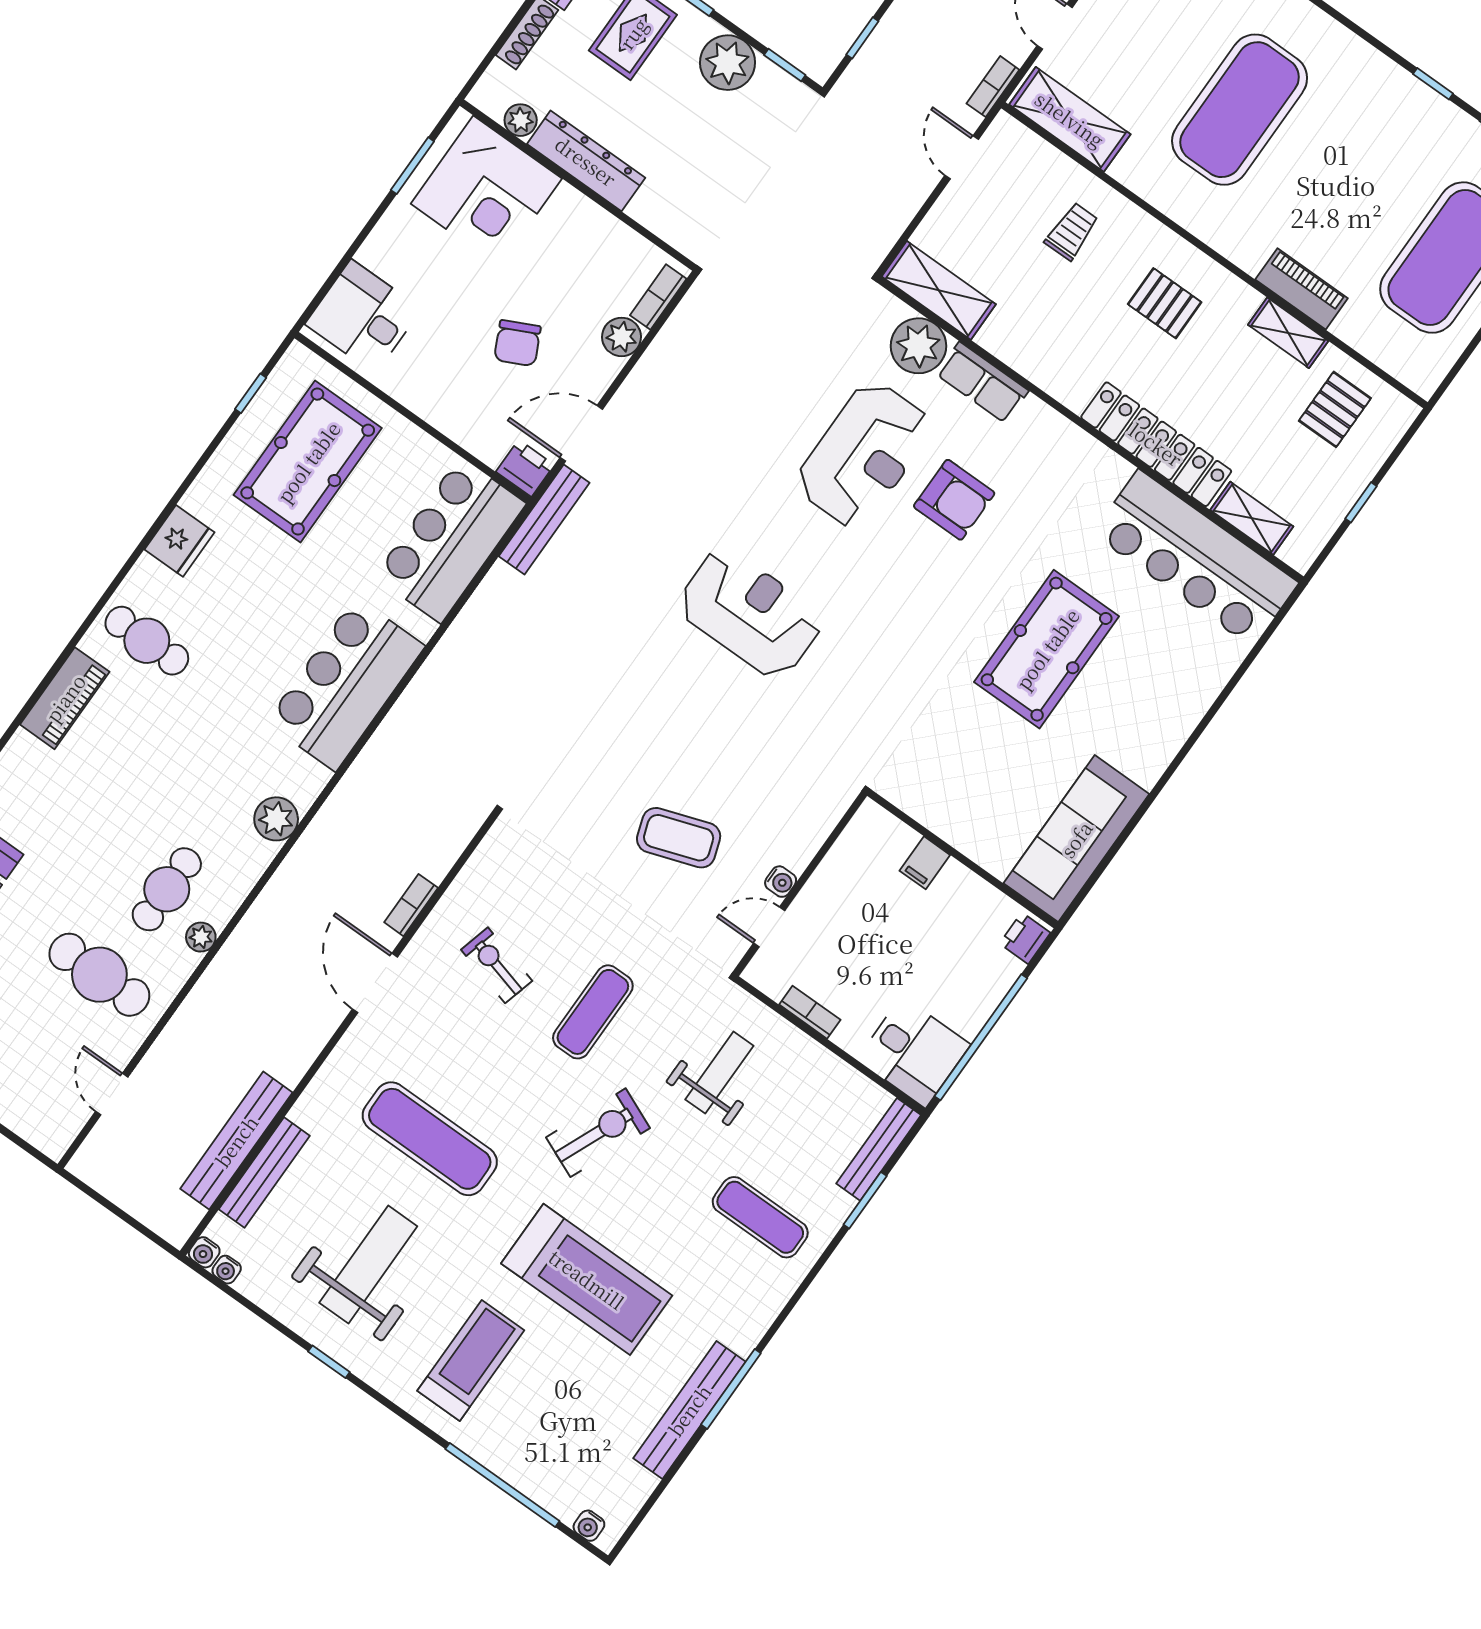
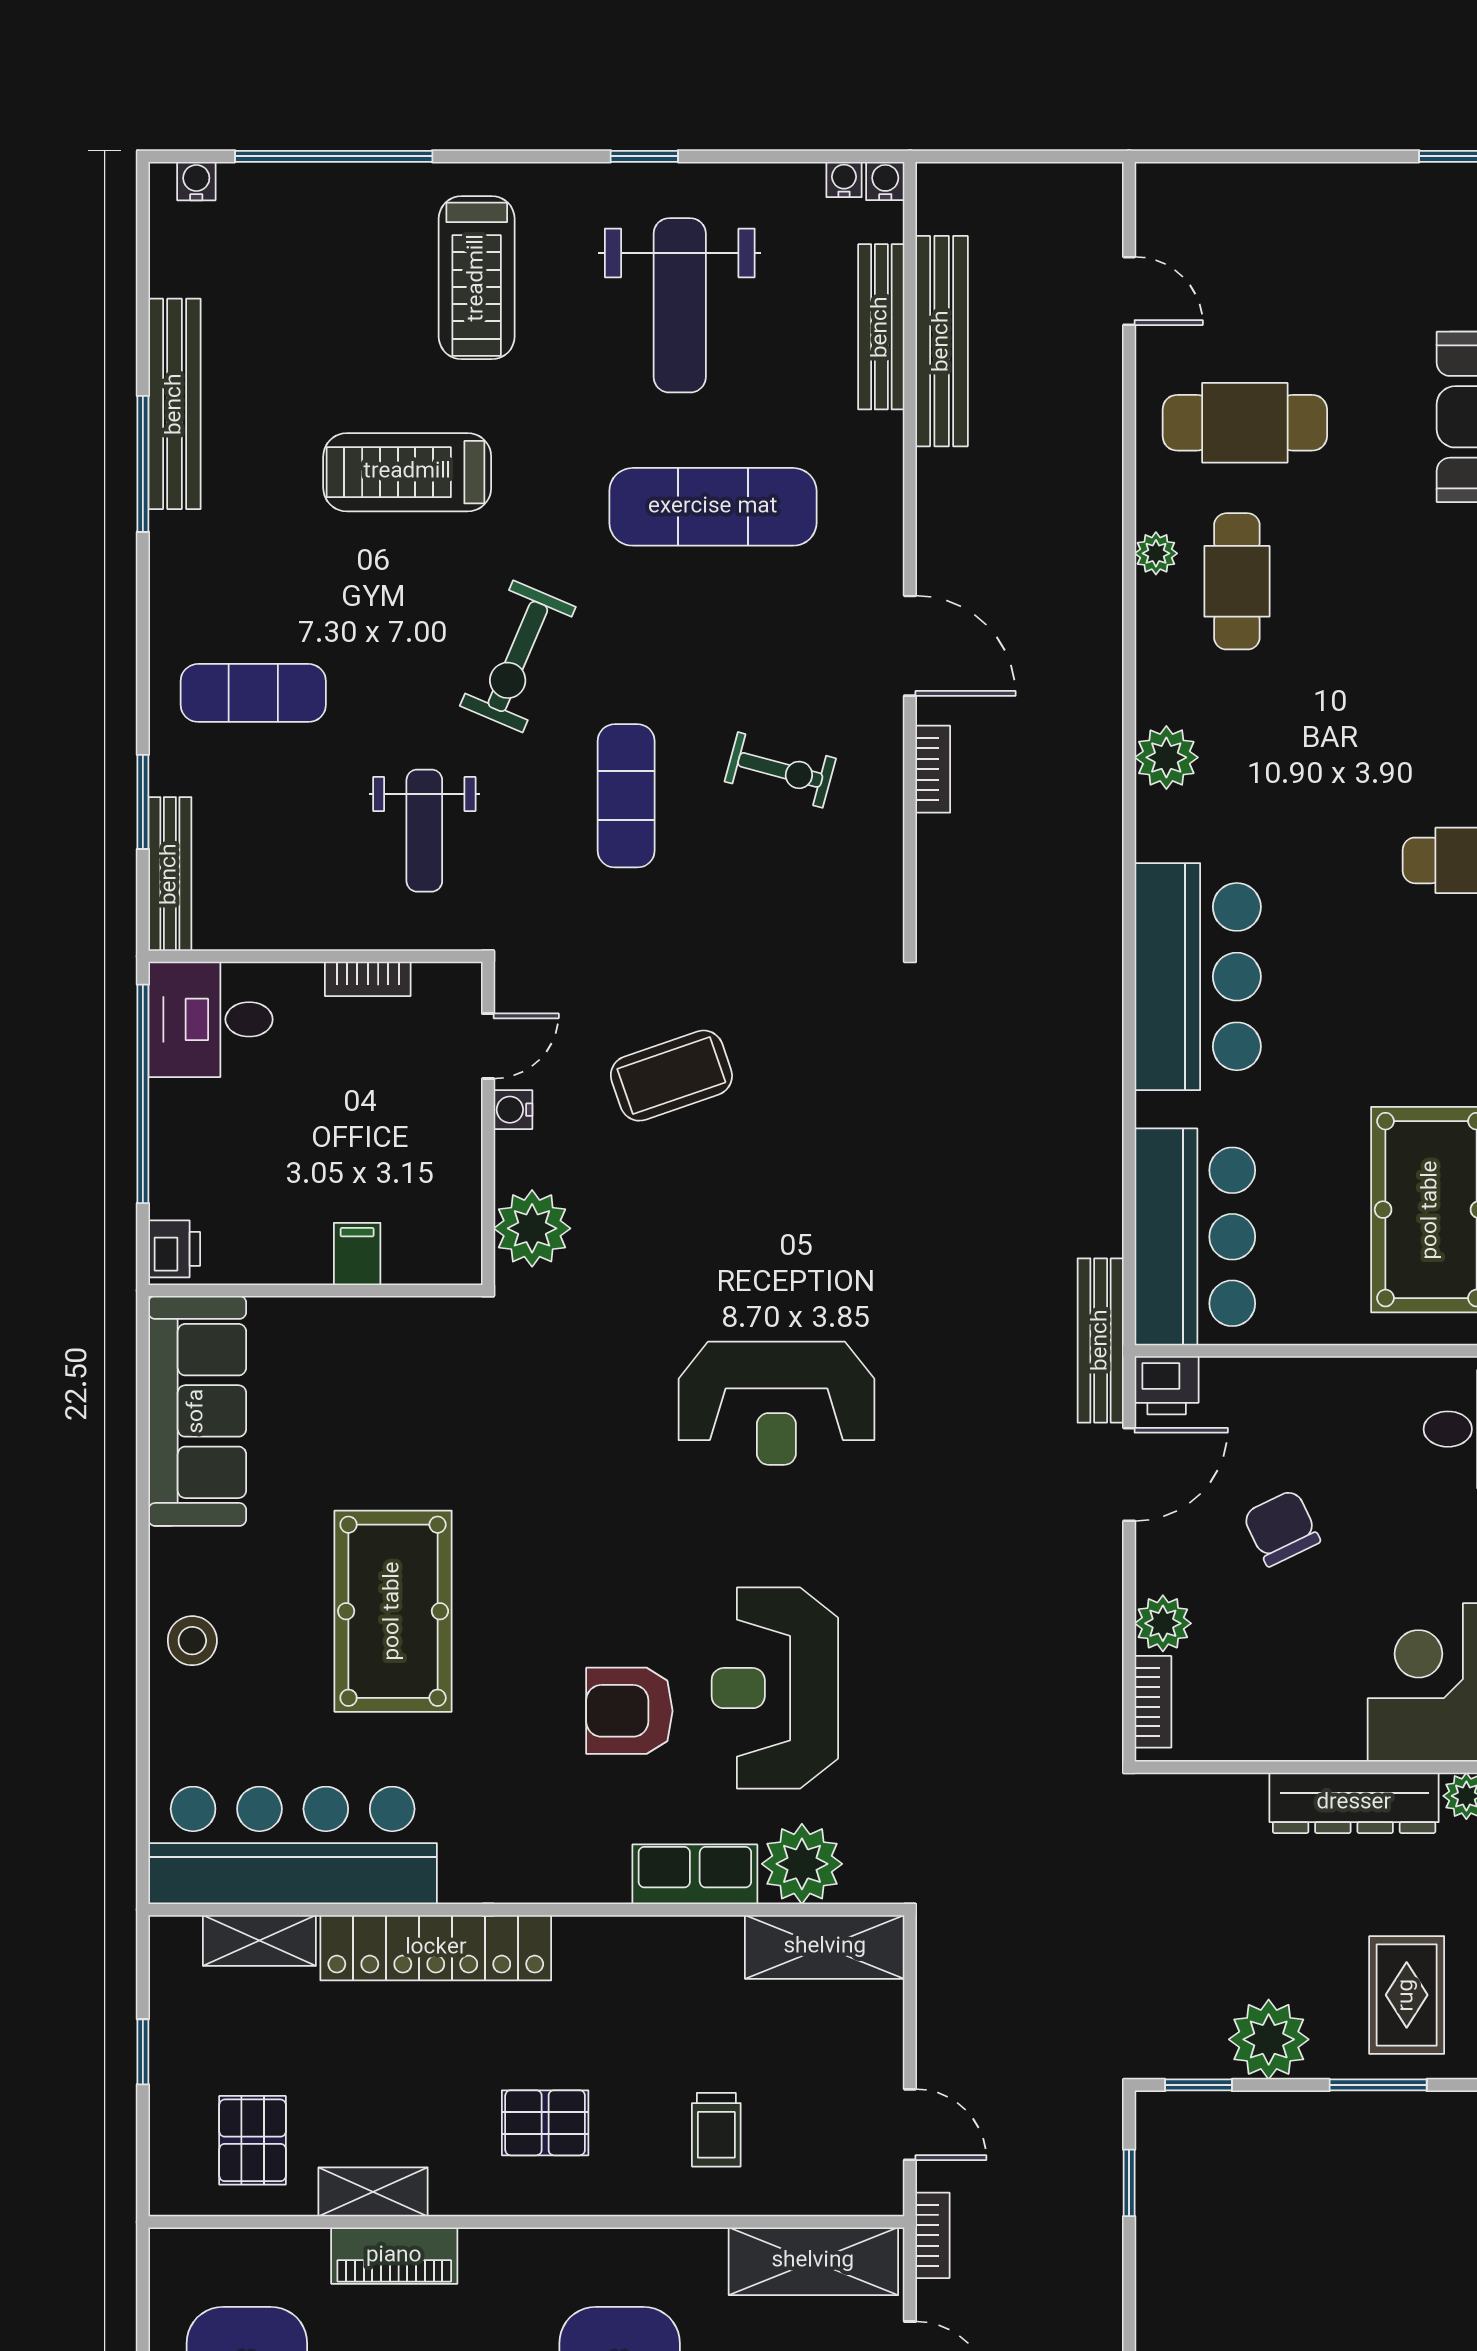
stool: (1170, 712) -> (192, 1641), added
plant: (817, 808) -> (532, 1228), added
treadmill: (587, 1279) -> (407, 472), width x0.73, depth x0.73

